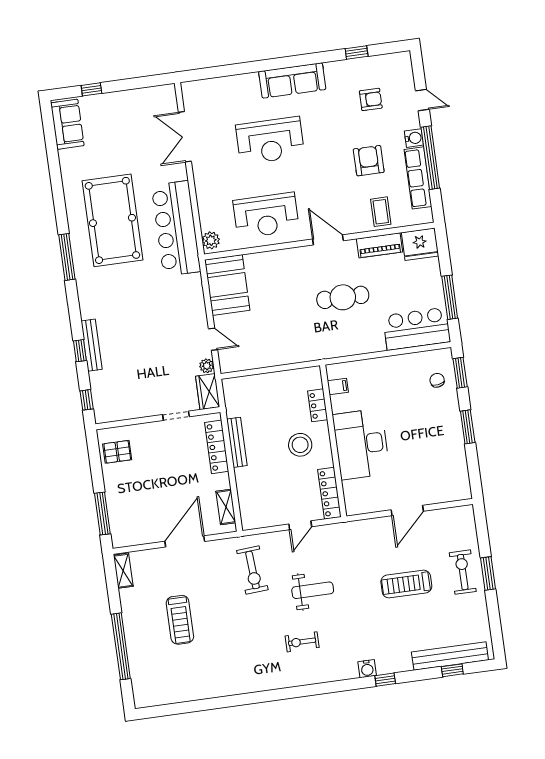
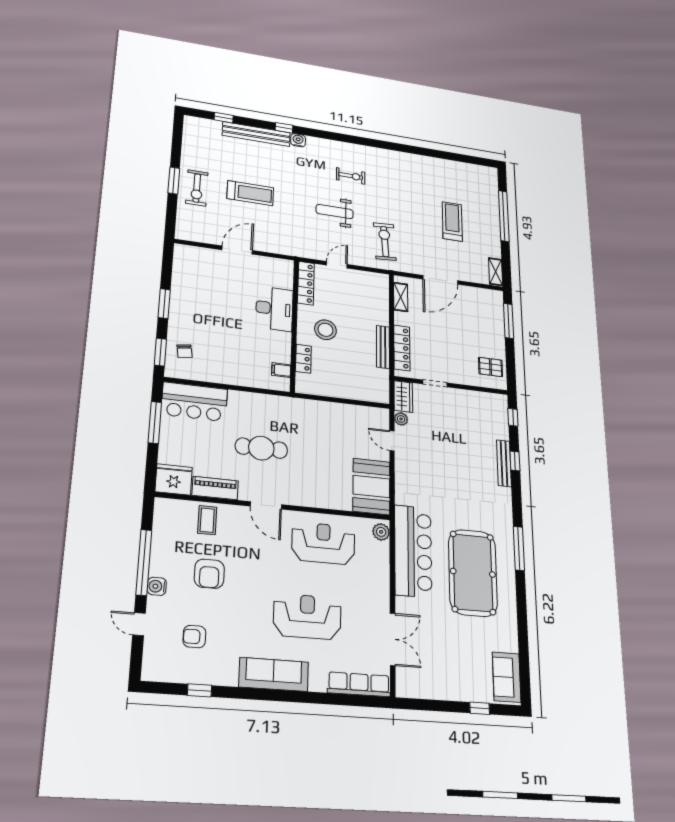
row of seats: (418, 178) -> (359, 684), moved, turned -90
desk: (361, 444) -> (274, 309), width x0.73, depth x0.77
bench: (450, 656) -> (256, 134), moved

